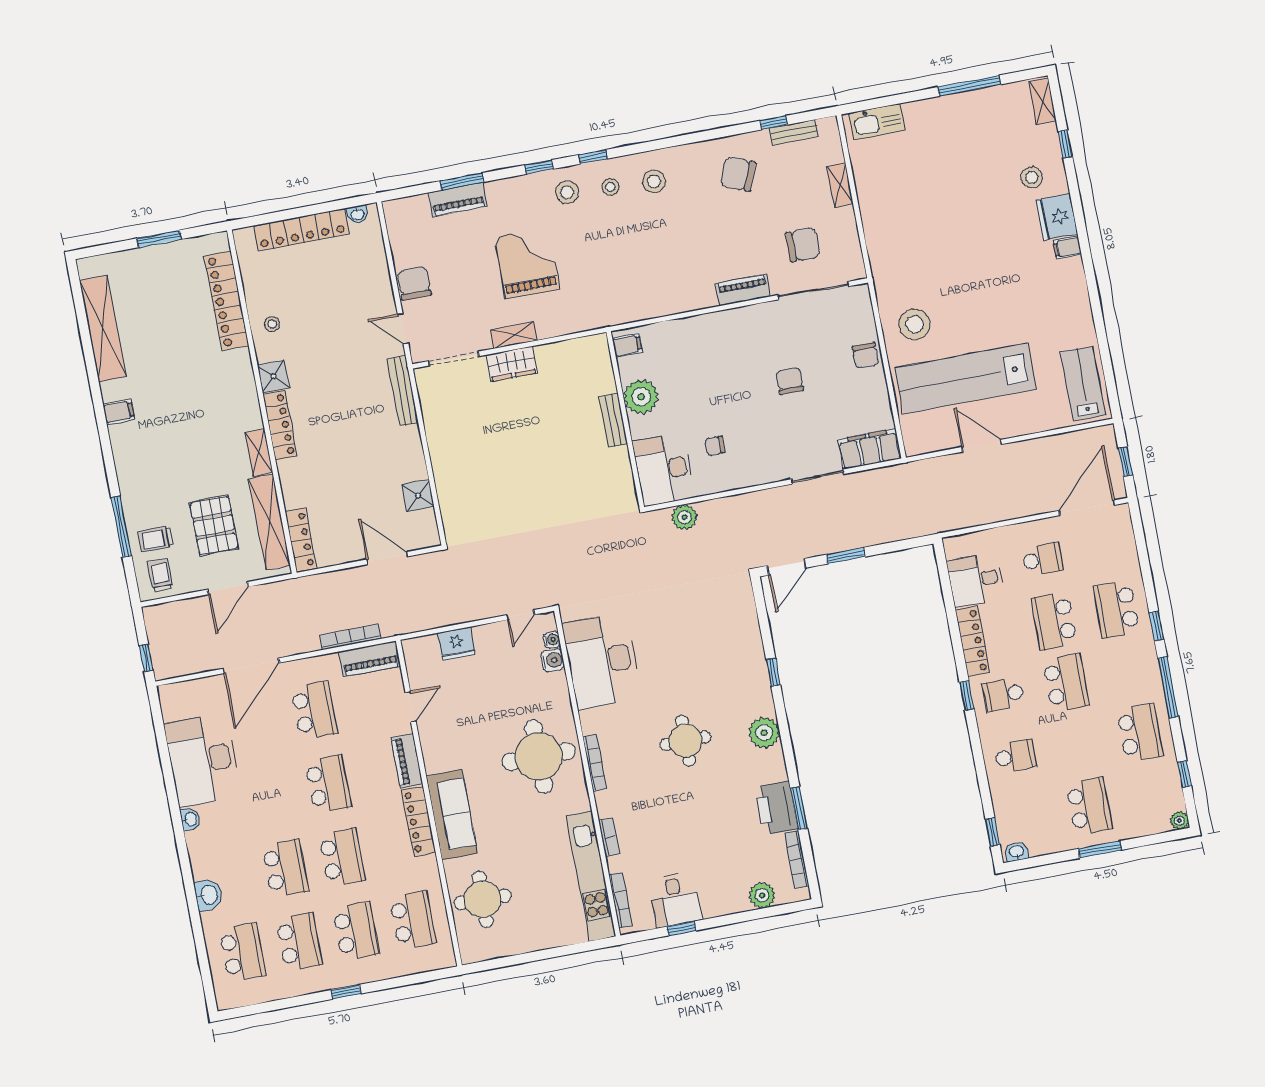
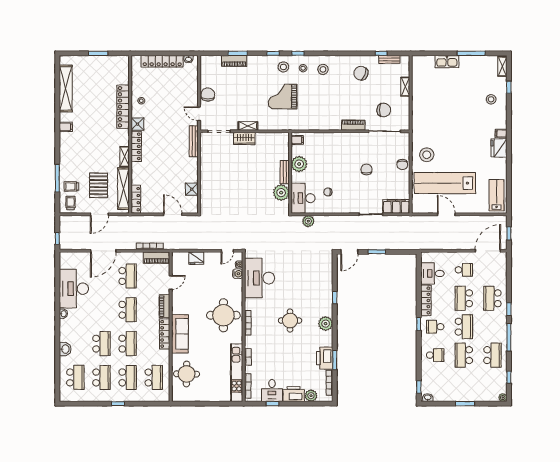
kitchen sink: (877, 122) -> (447, 62), moved
fridge: (1057, 217) -> (499, 148), moved
grand piano: (527, 263) -> (283, 97), moved, turned -90
locker: (227, 301) -> (123, 107), moved
plant: (614, 466) -> (281, 193), added
school desk: (1089, 806) -> (464, 355), moved, turned 180
printer: (724, 899) -> (294, 394), added

